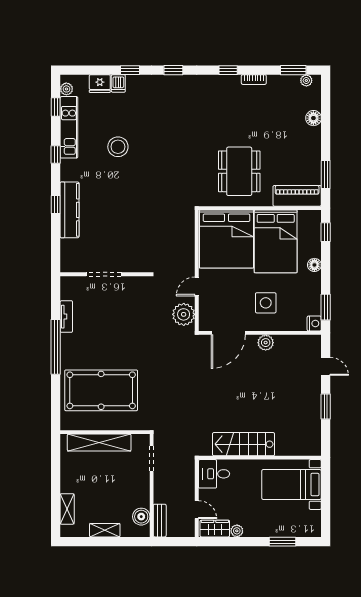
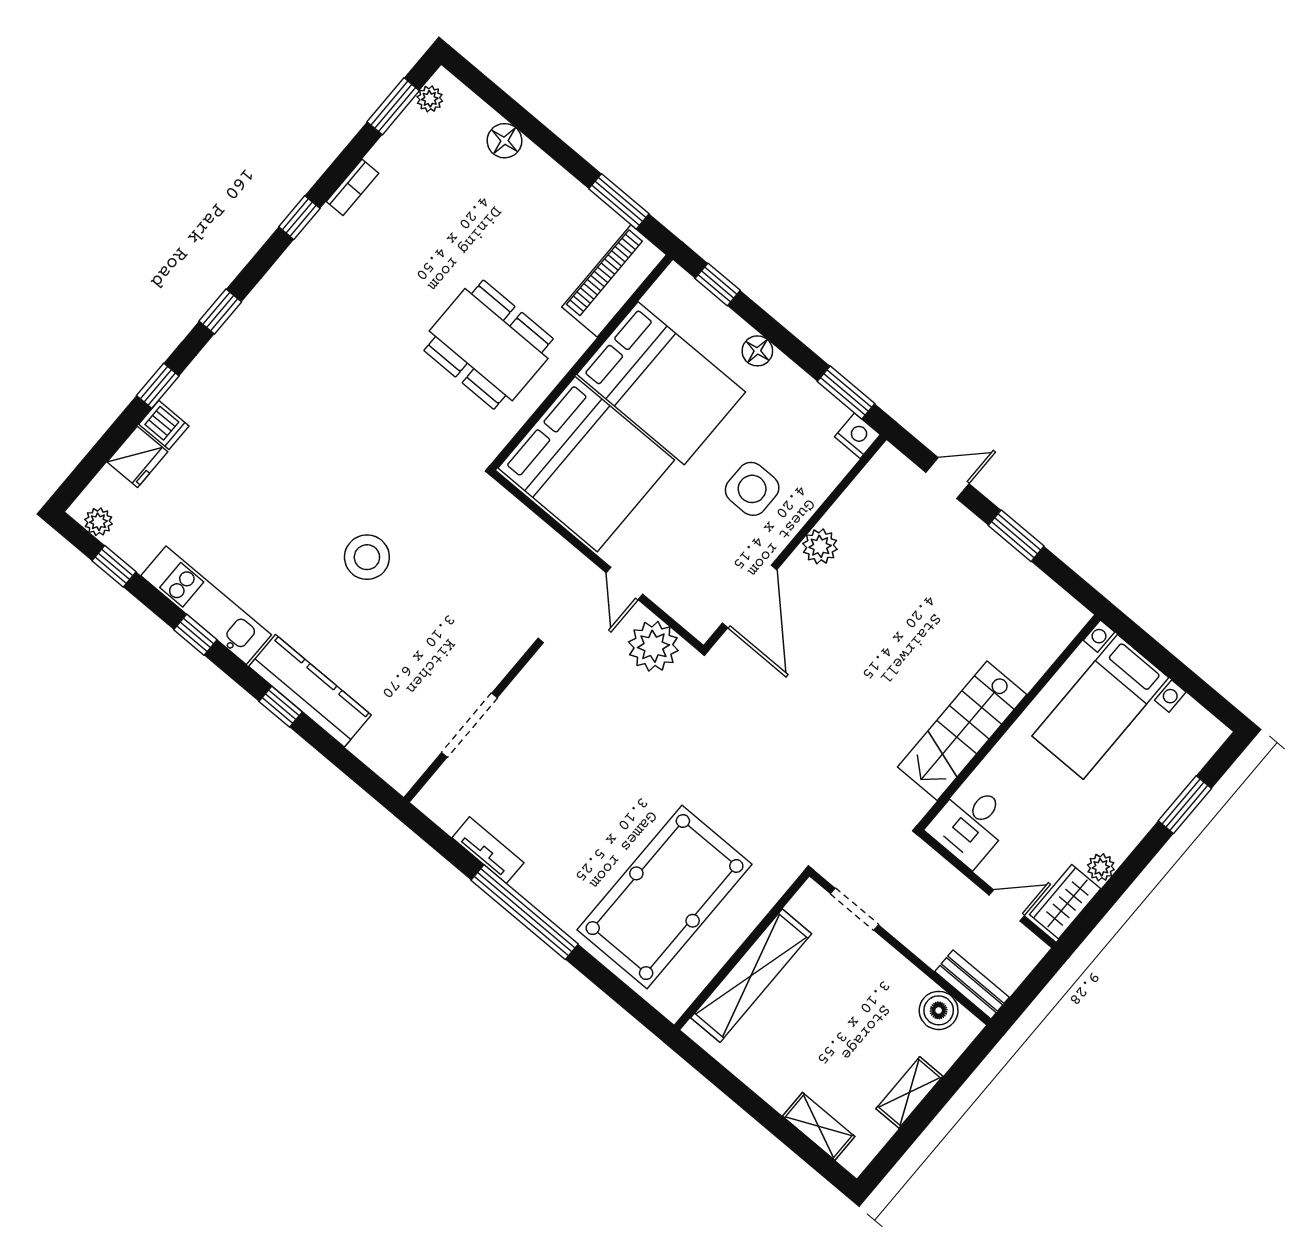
kitchen unit: (69, 127) -> (206, 605), moved
stool: (118, 147) -> (367, 557), moved

